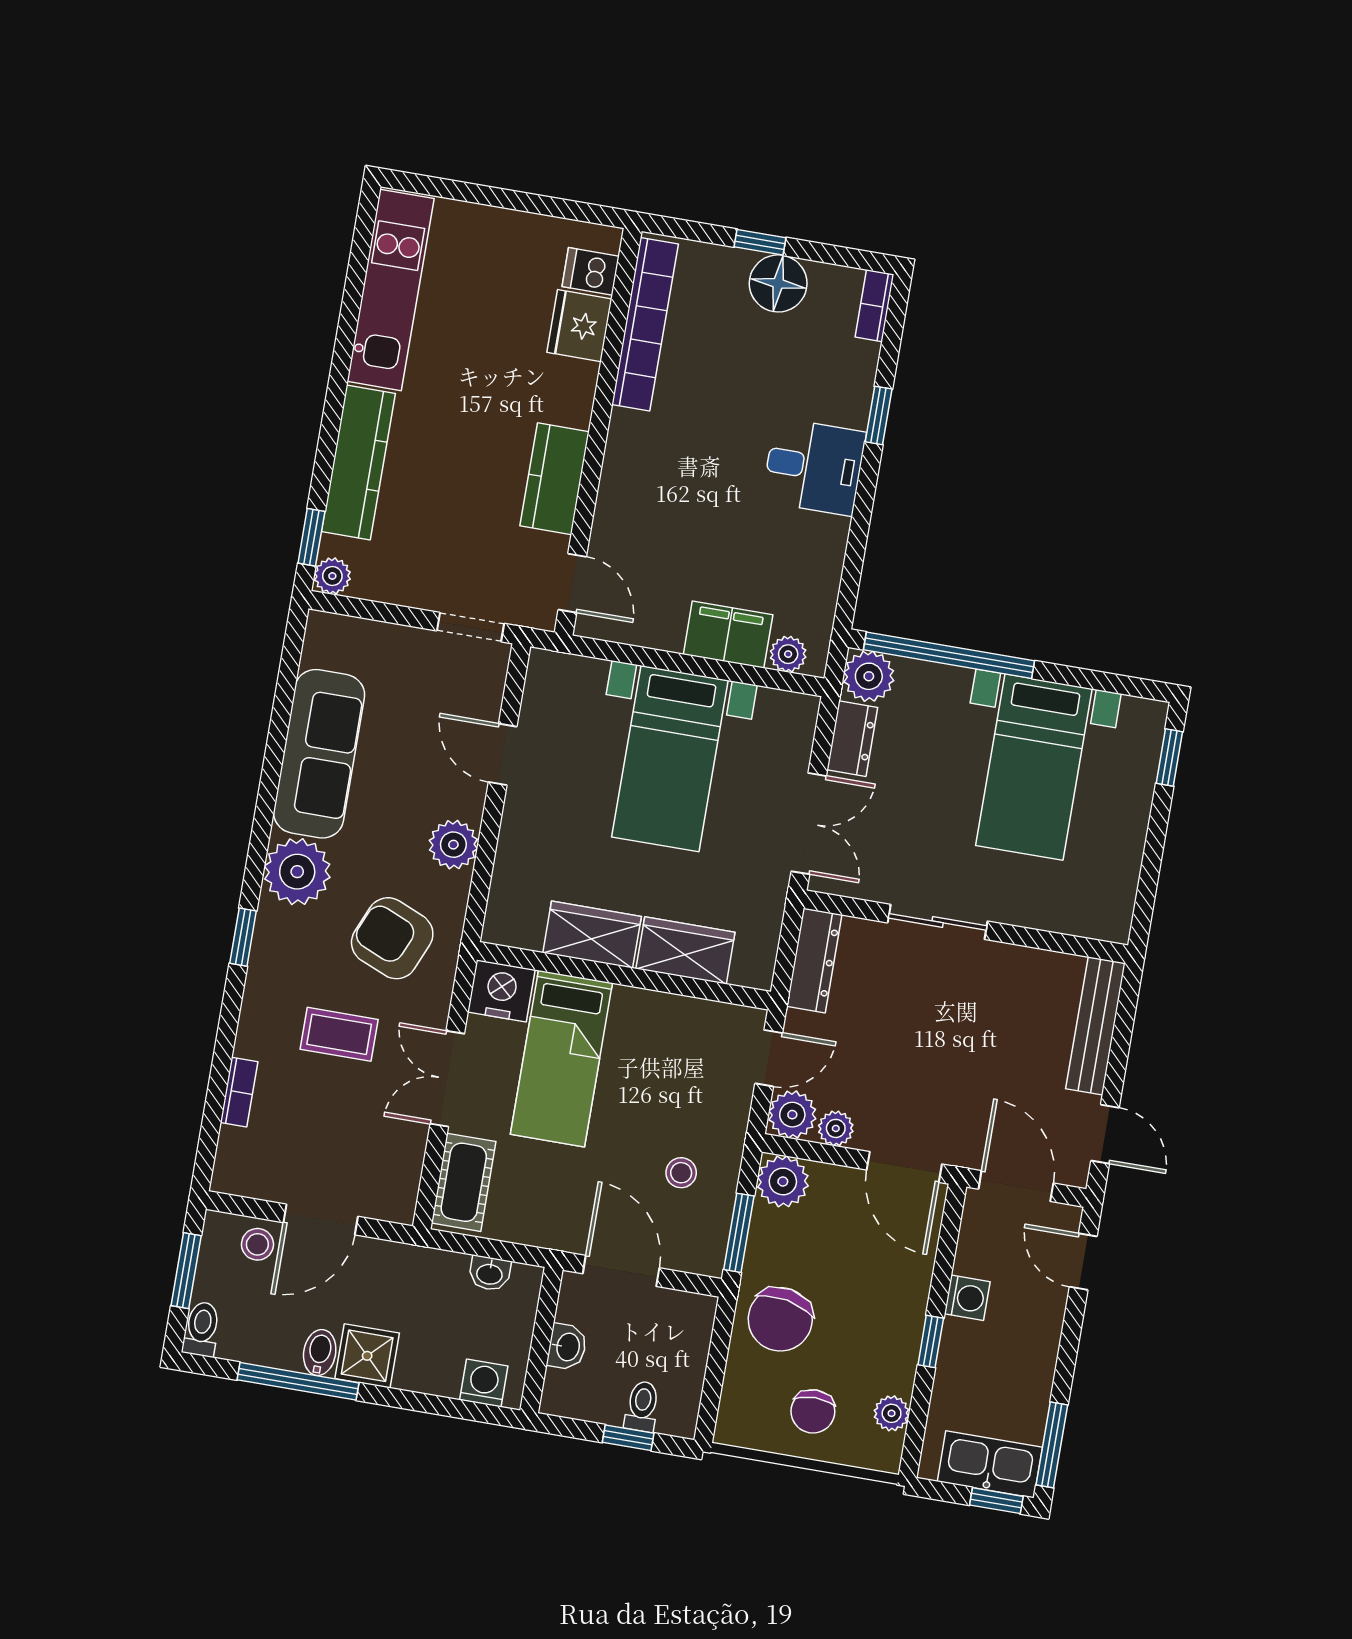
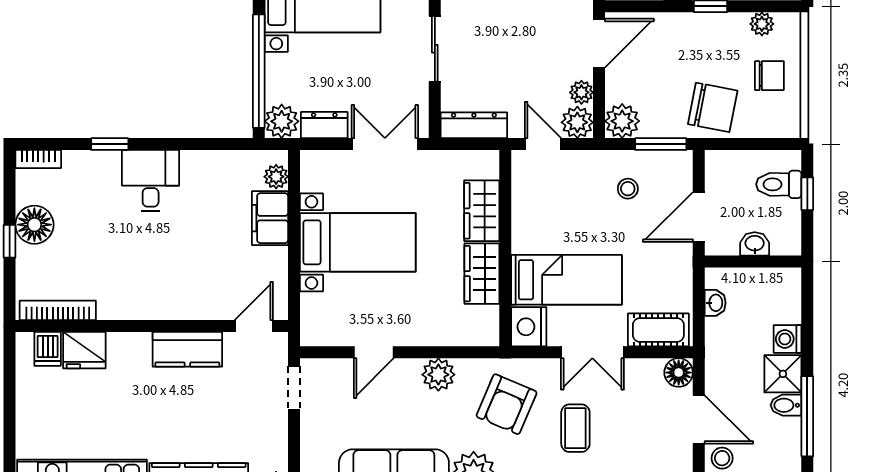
bookcase: (645, 324) -> (58, 310), width x0.68, depth x0.76
floor lamp: (395, 1201) -> (679, 373), added
washing machine: (484, 1383) -> (788, 339), moved
toilet: (642, 1406) -> (779, 184), width x1.37, depth x1.39

